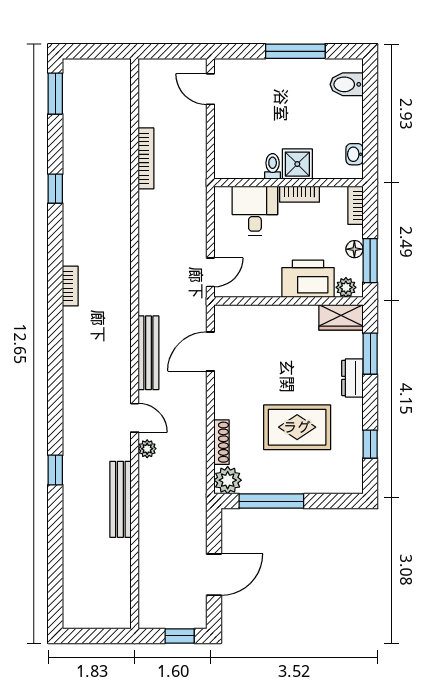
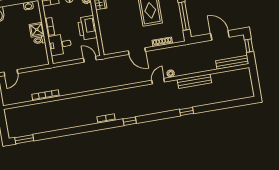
window: (55, 189) -> (130, 121), moved
printer: (308, 279) -> (87, 28), moved
door: (210, 351) -> (137, 51), moved
bench: (148, 353) -> (232, 62), moved
plant: (228, 480) -> (178, 36), removed

